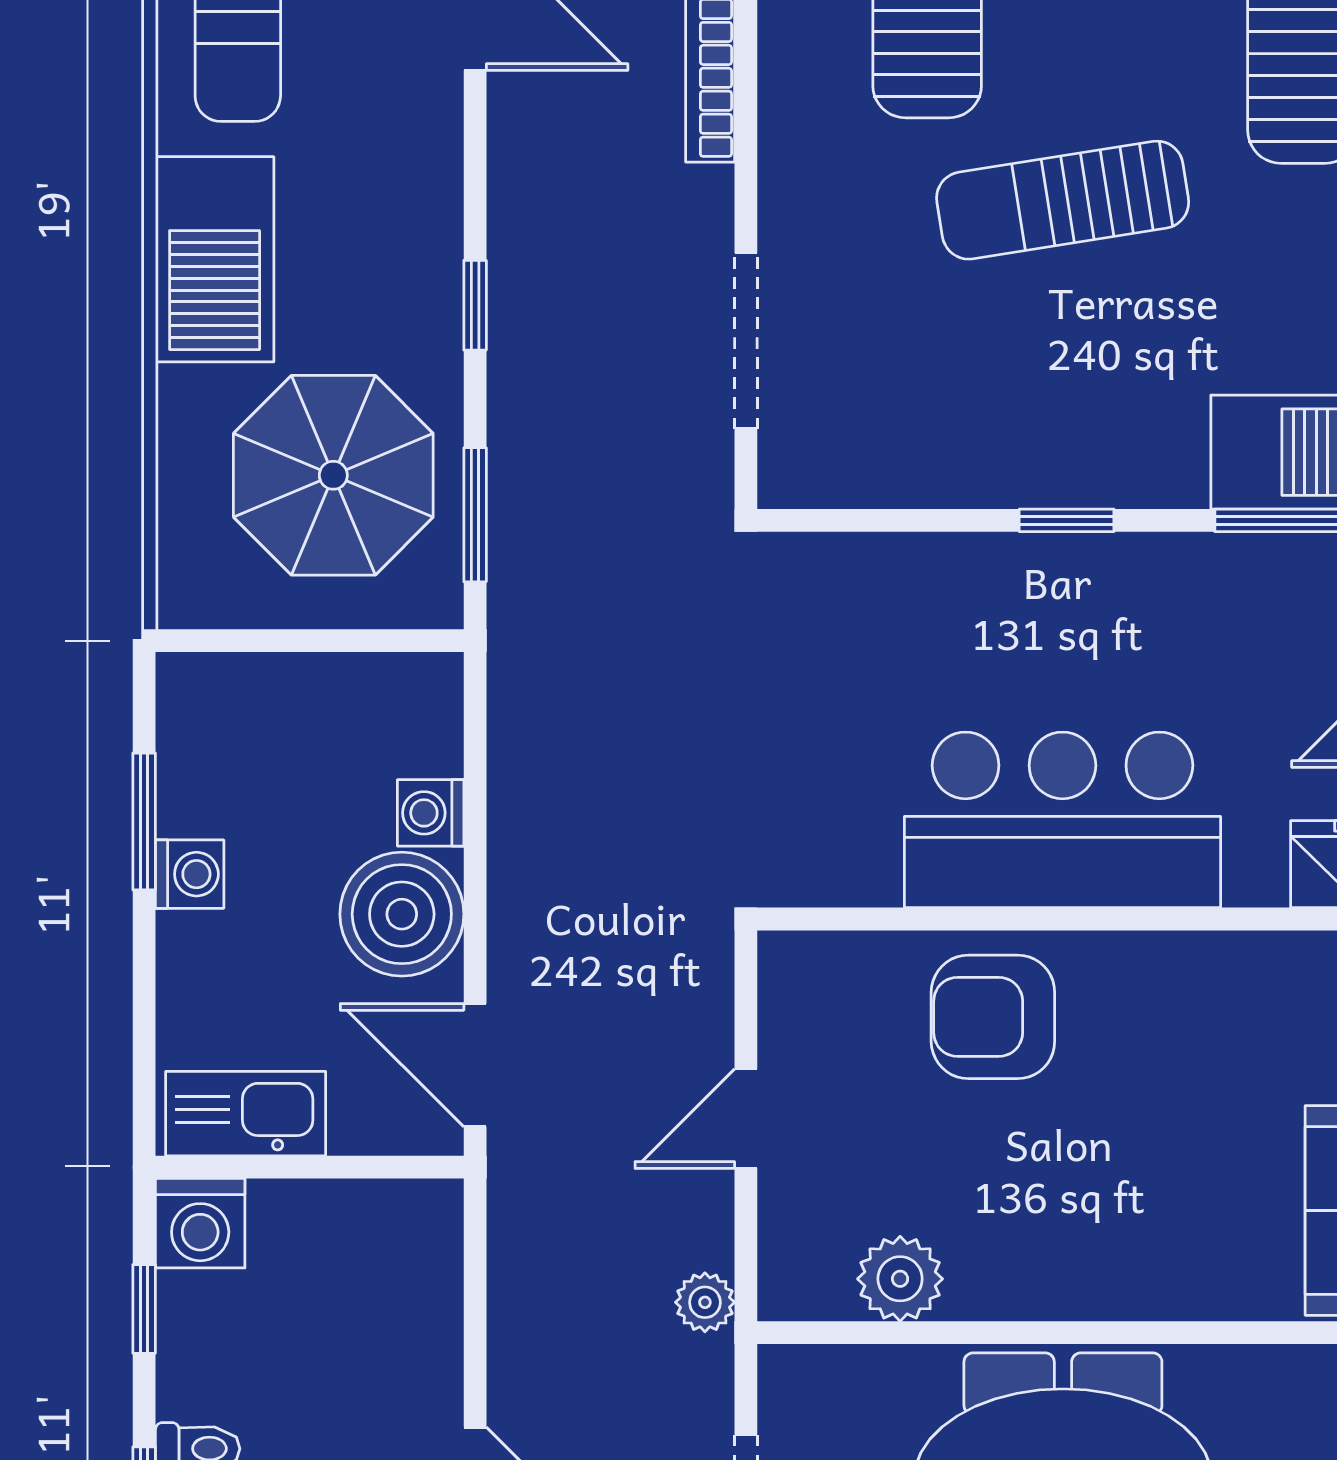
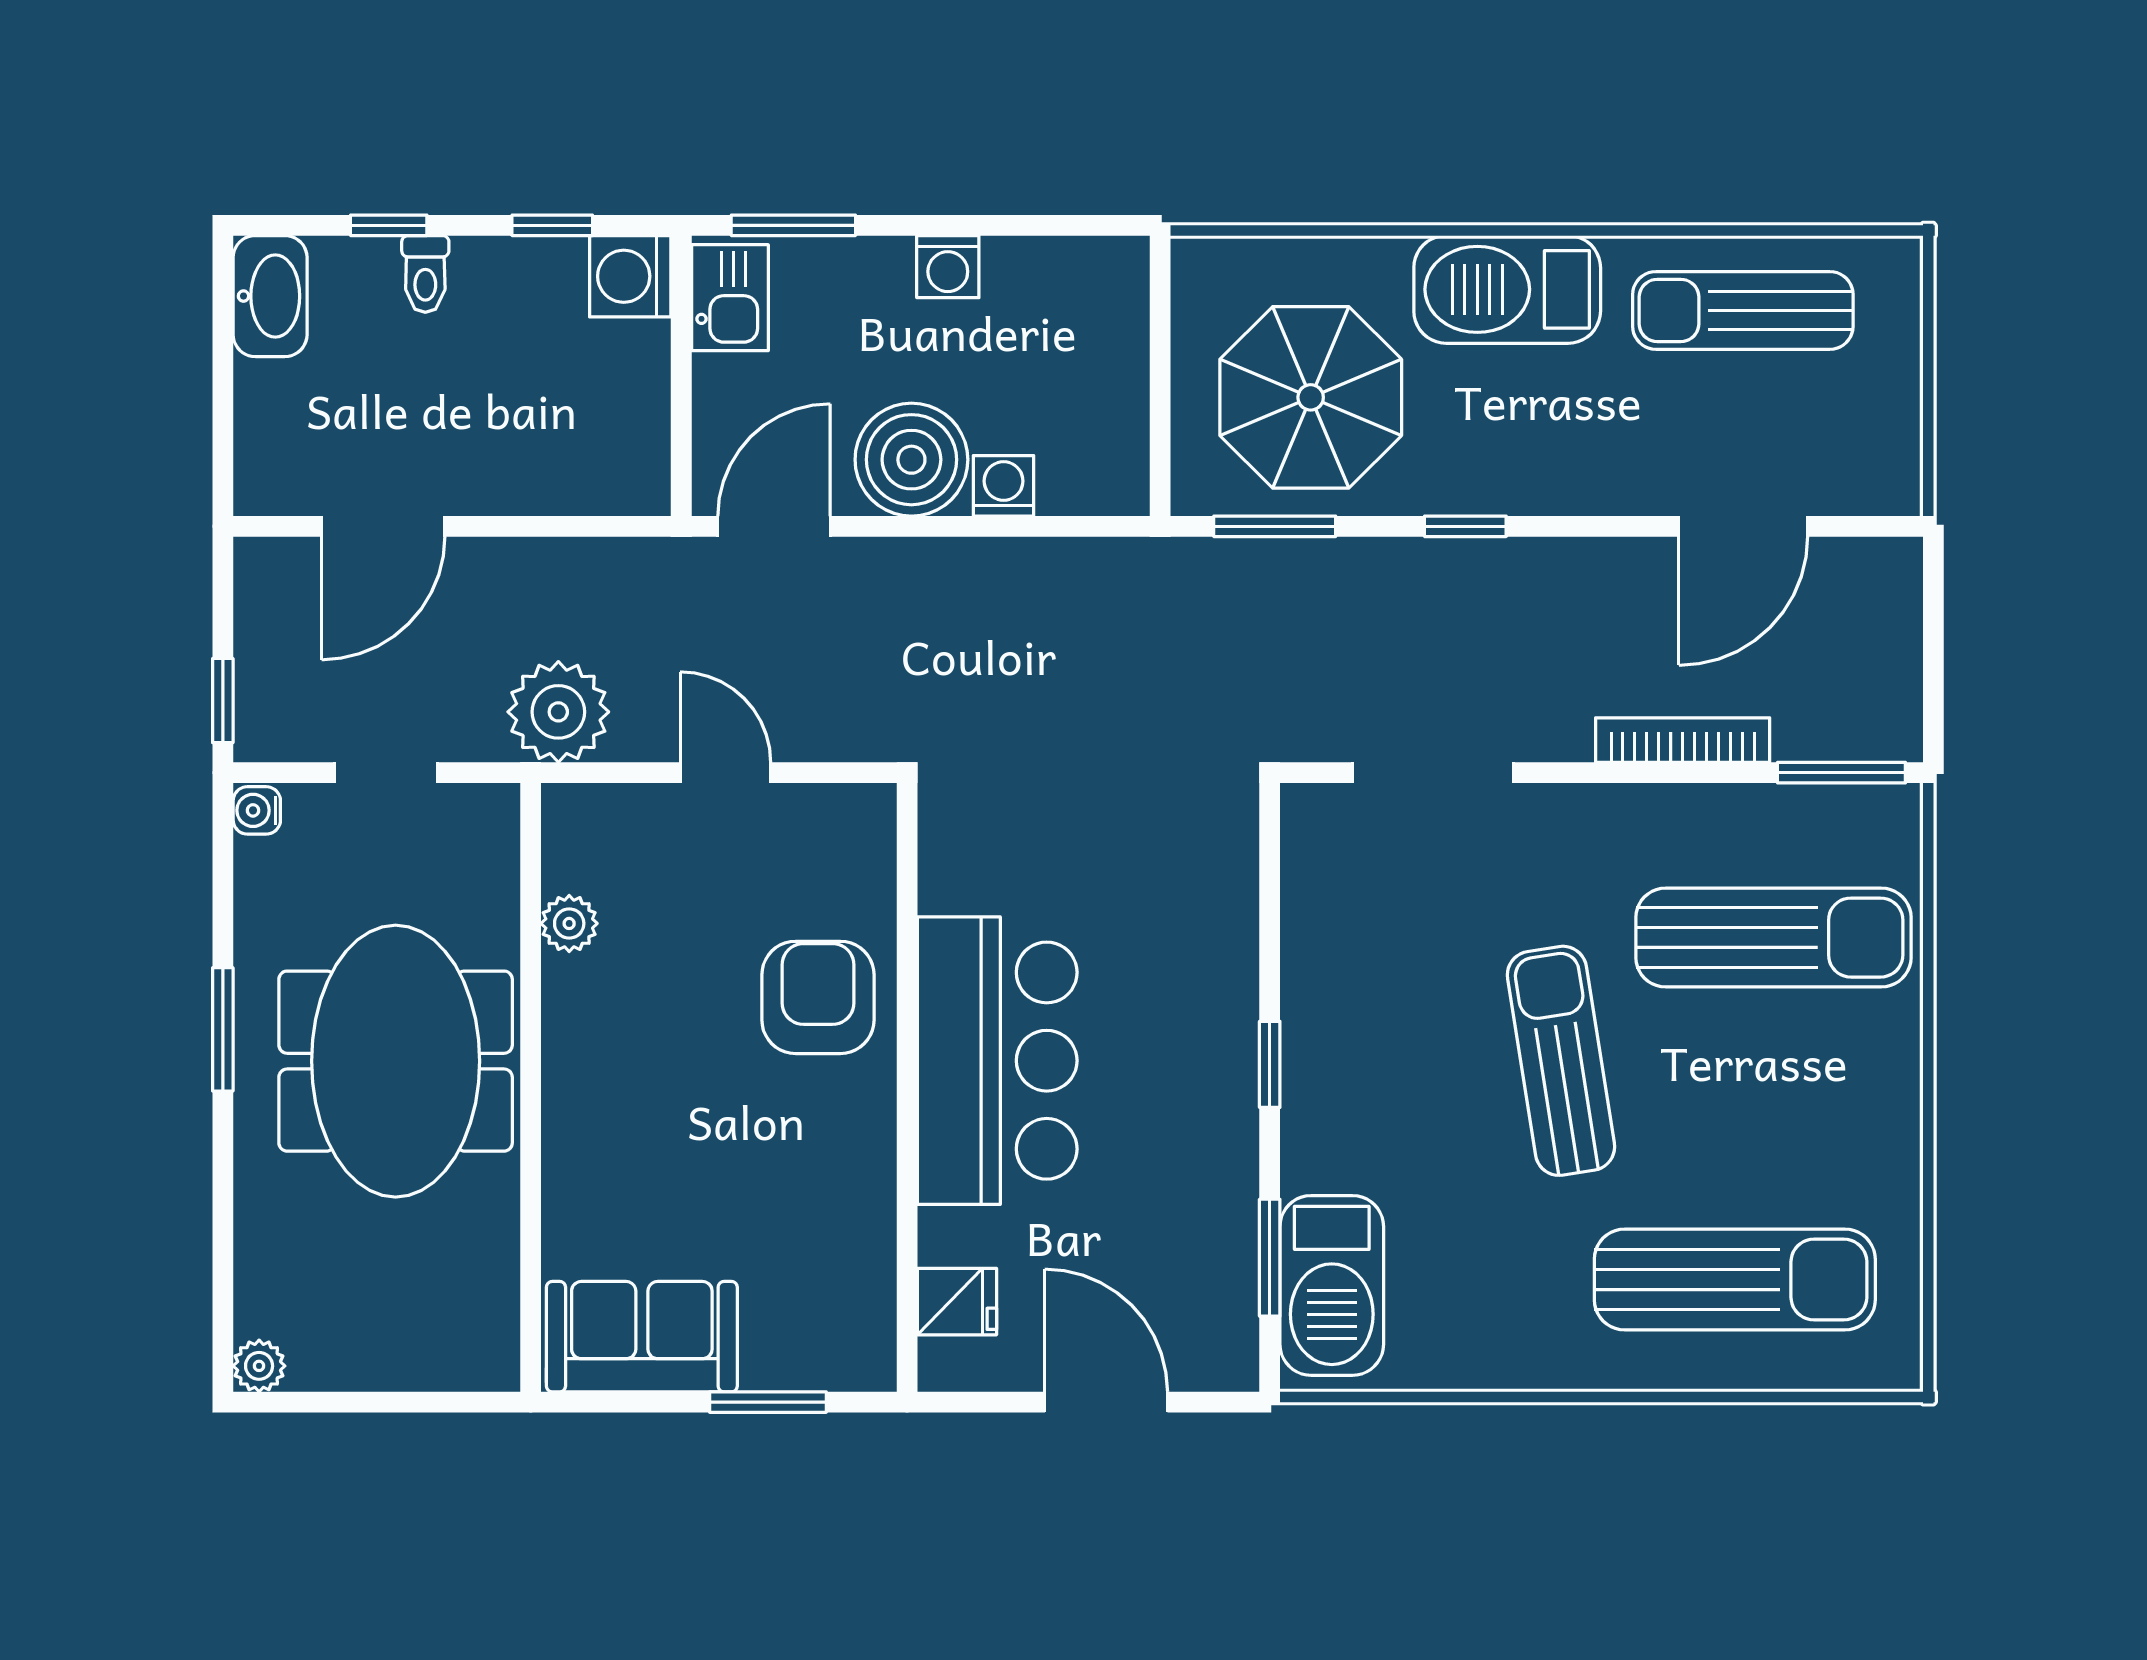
window: (144, 822) -> (793, 225), moved
kitchen sink: (246, 1114) -> (730, 298), width x0.73
plant: (900, 1279) -> (569, 923), width x0.73, depth x0.73
plant: (705, 1302) -> (558, 712), width x1.87, depth x1.87

